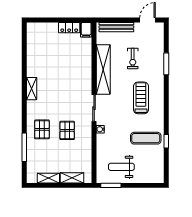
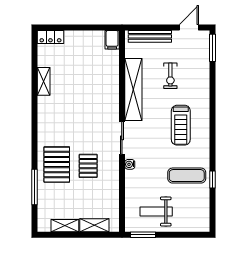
locker: (69, 28) -> (50, 37), moved
window: (166, 64) -> (212, 48), moved
shelving: (32, 89) -> (44, 81), moved
treadmill: (141, 98) -> (181, 125), turned 180
pallet: (42, 129) -> (57, 165), width x1.50, depth x1.42

